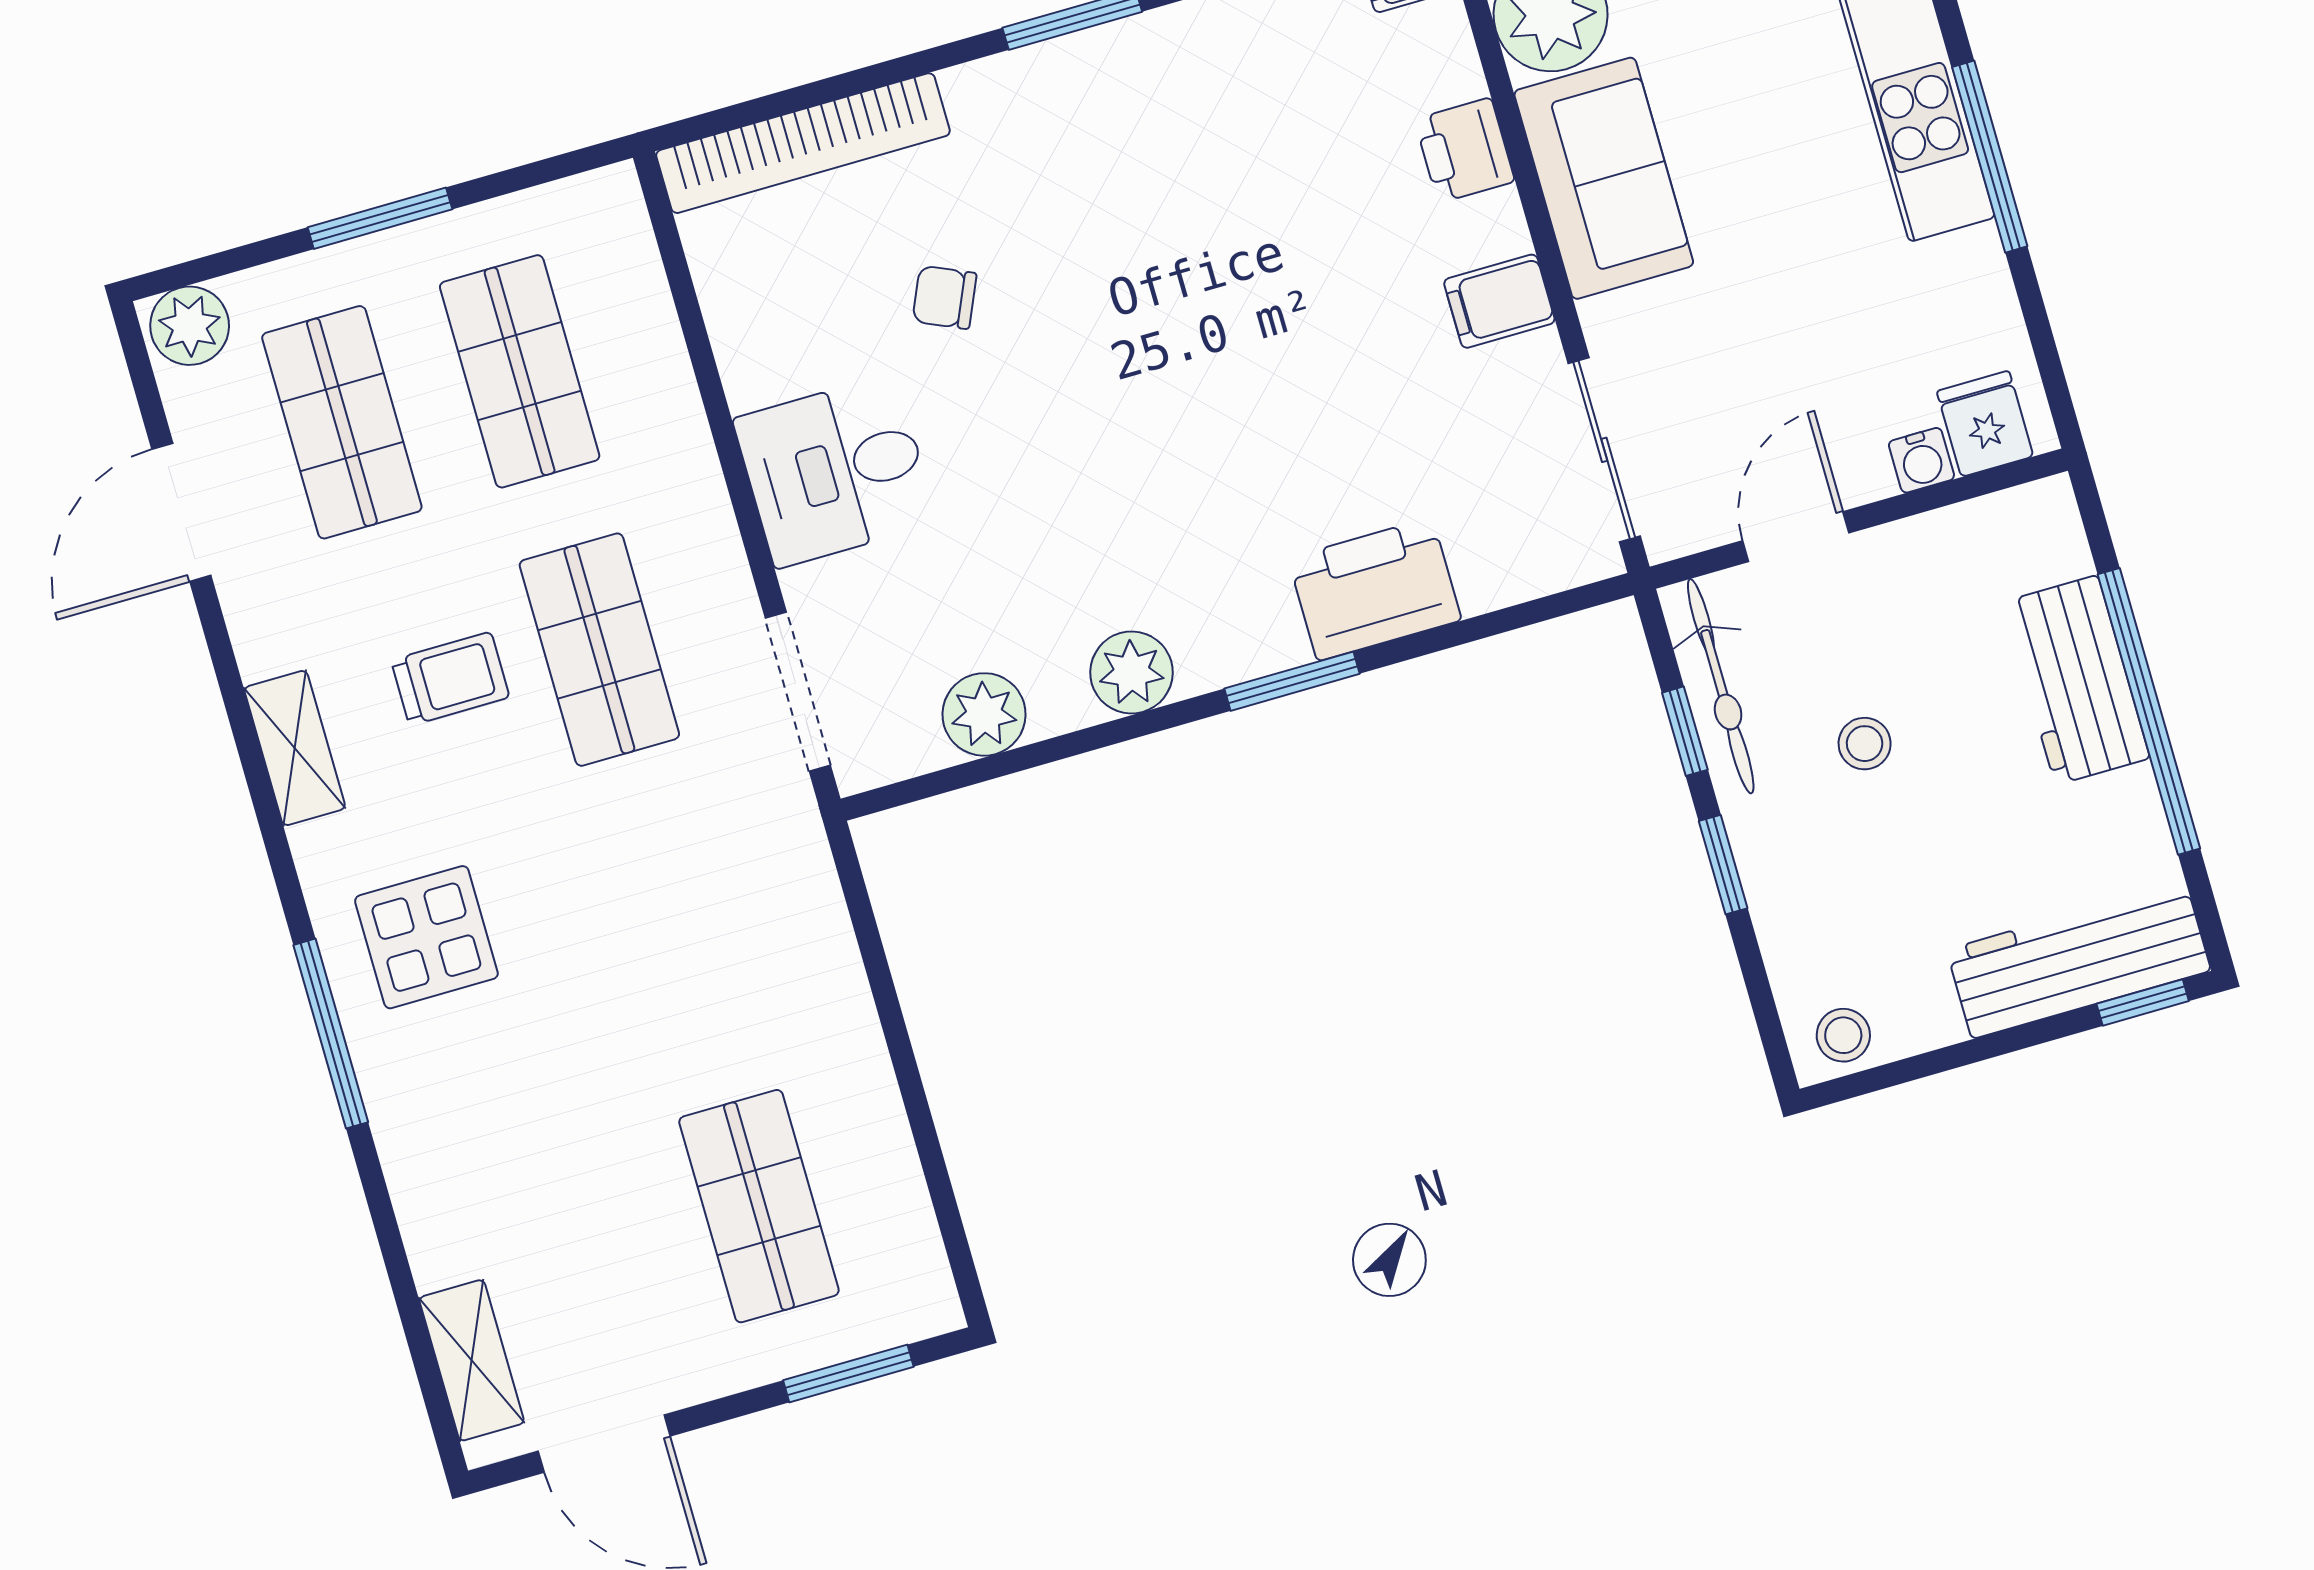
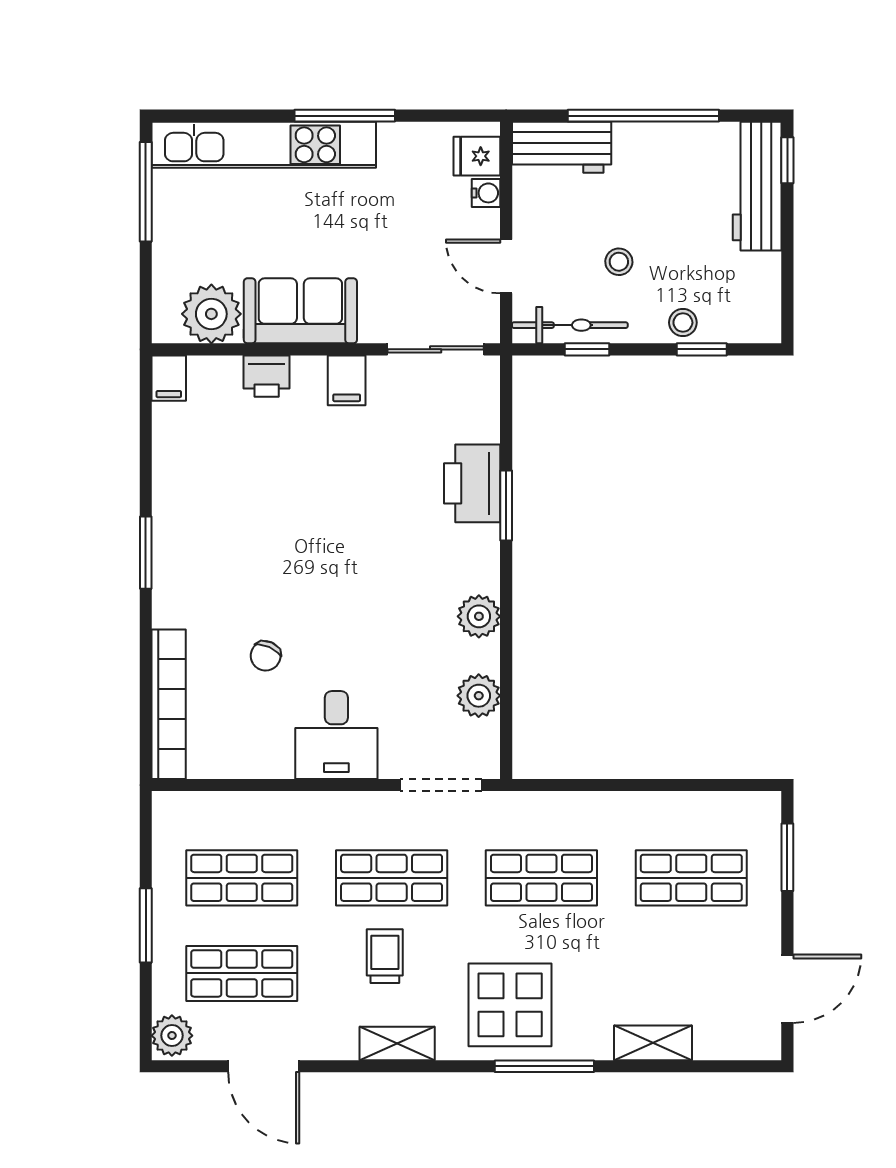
workbench: (2076, 680) -> (562, 147), moved
window: (1292, 681) -> (506, 506), moved
window: (1723, 865) -> (702, 349), moved
shop shelf: (679, 928) -> (541, 878), added
display table: (426, 937) -> (510, 1005), width x1.36, depth x1.36
stool: (1843, 1035) -> (683, 323), moved
shelving: (472, 1360) -> (653, 1043), moved

